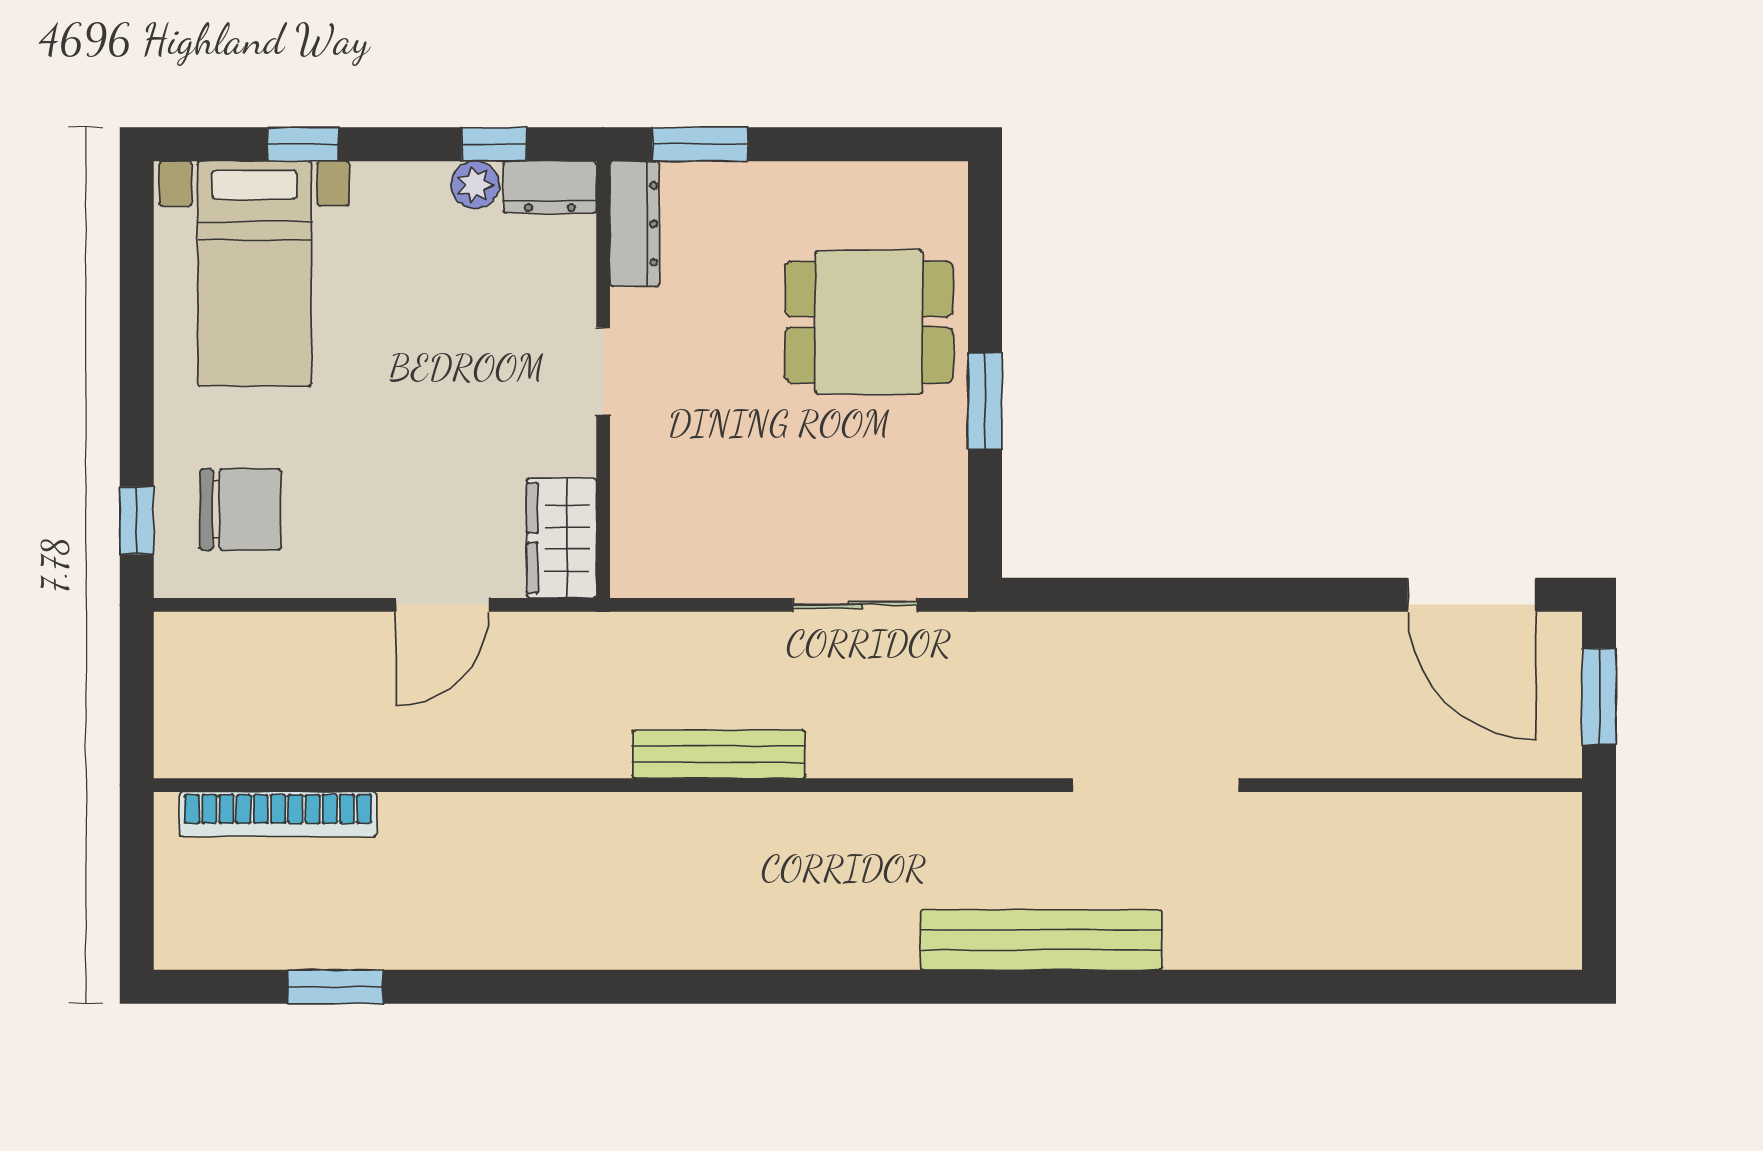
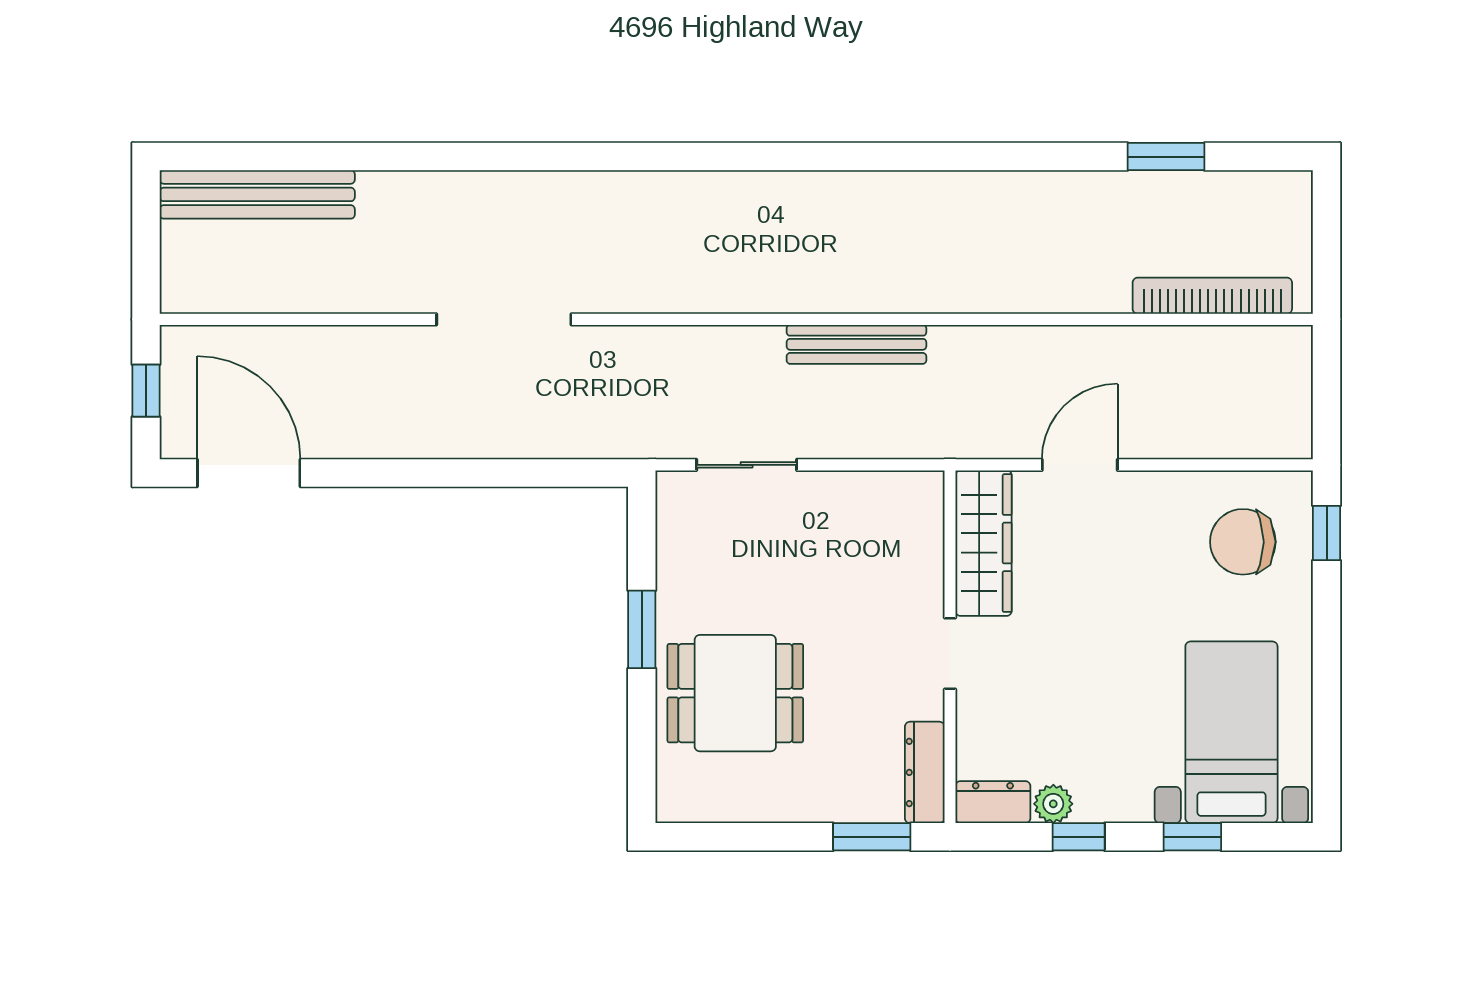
window: (494, 144) -> (1079, 837), moved
wardrobe: (561, 538) -> (984, 543), width x1.50
window: (1599, 697) -> (146, 391), width x0.67
bench: (1041, 940) -> (257, 194), moved

